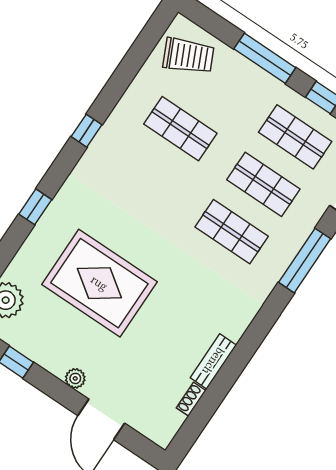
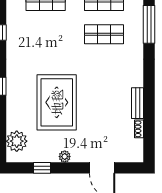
rug: (99, 283) -> (57, 102), turned 90
plant: (75, 378) -> (65, 157), moved

